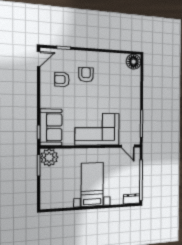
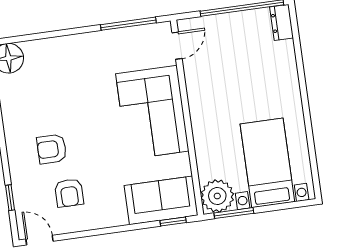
bed with nightstands: (92, 185) -> (267, 163), moved, turned 90

